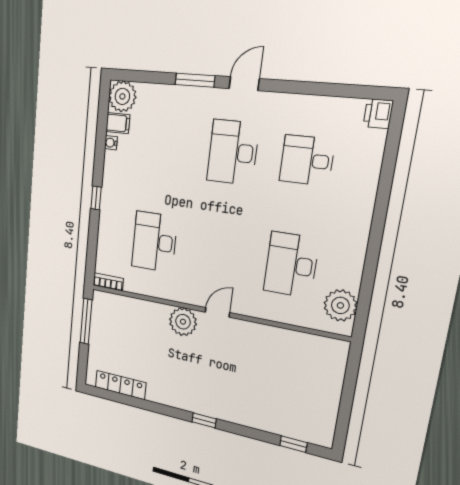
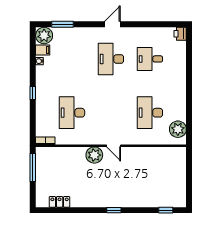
window: (195, 80) -> (62, 24), moved
door: (217, 312) -> (114, 146), swing flipped
locker: (121, 385) -> (60, 202), width x0.66

